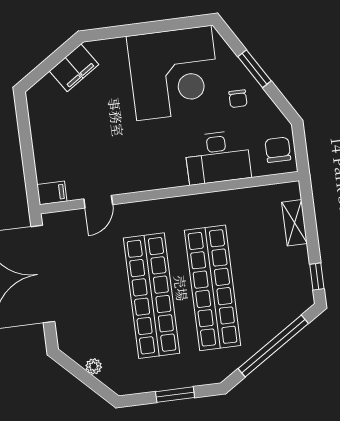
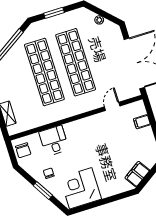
corner desk: (174, 73) -> (81, 188), width x0.74, depth x0.74
desk: (218, 157) -> (54, 141), width x0.73
filing cabinet: (52, 193) -> (142, 122), moved

